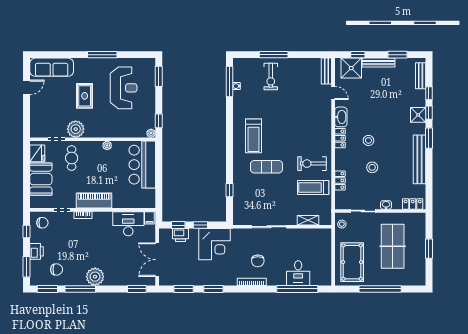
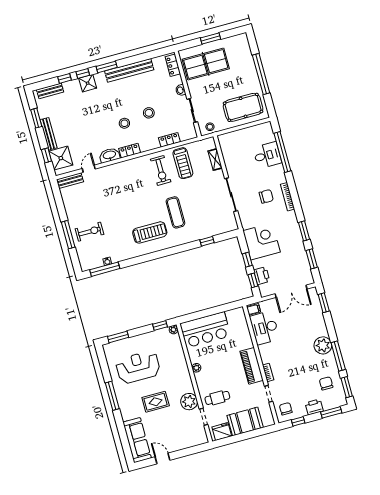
table tennis table: (393, 246) -> (206, 64), moved

